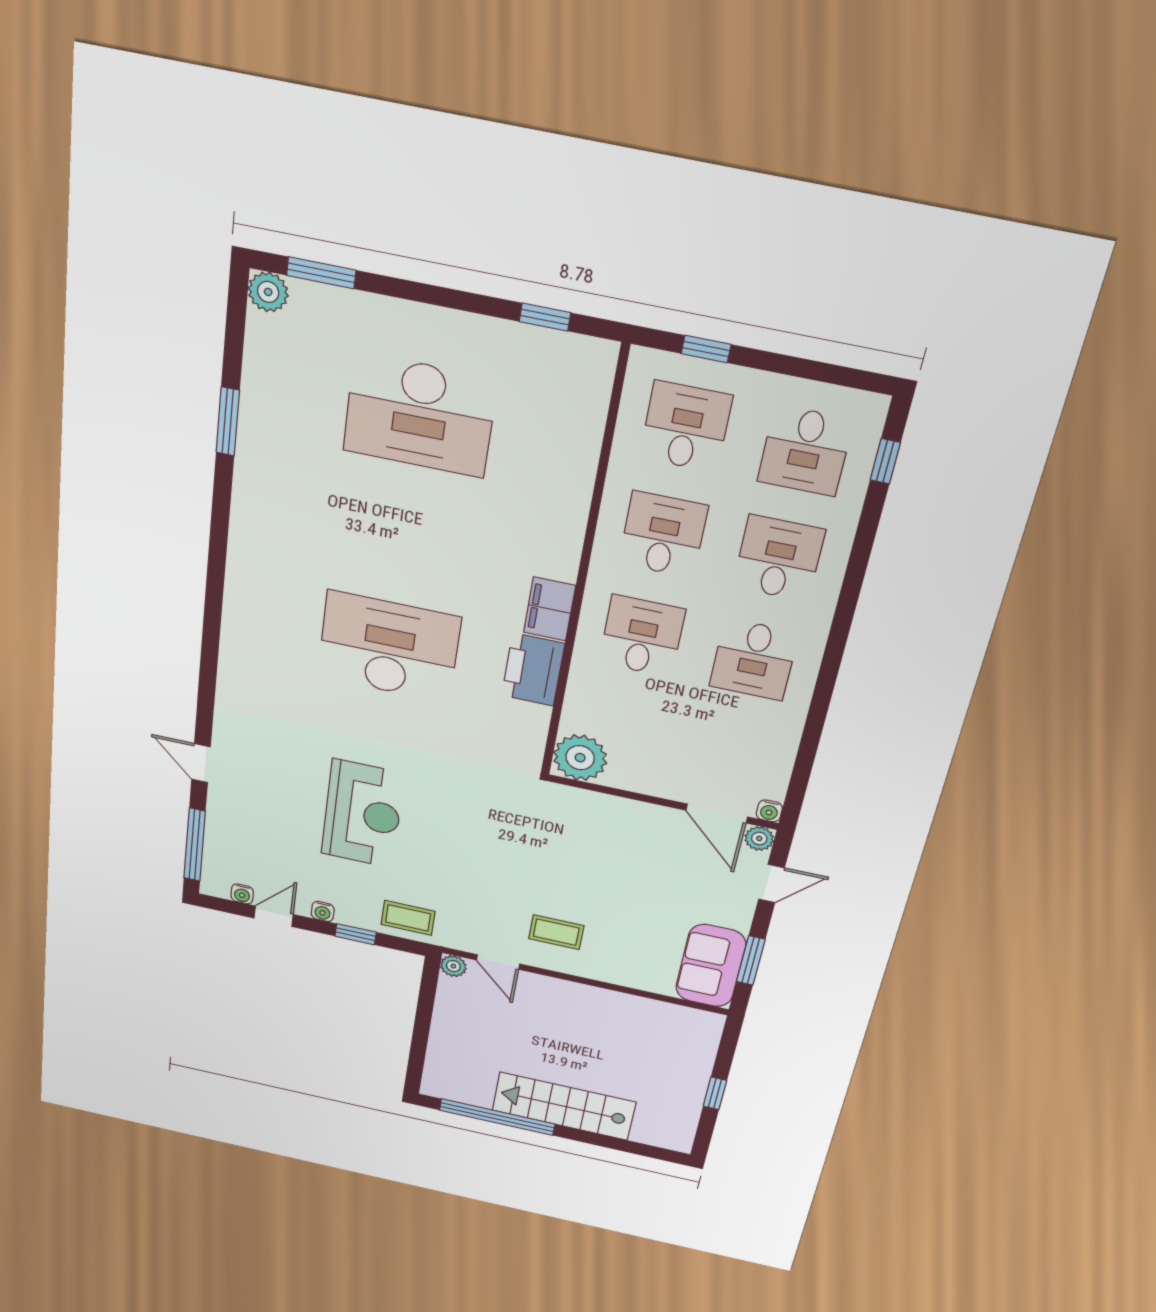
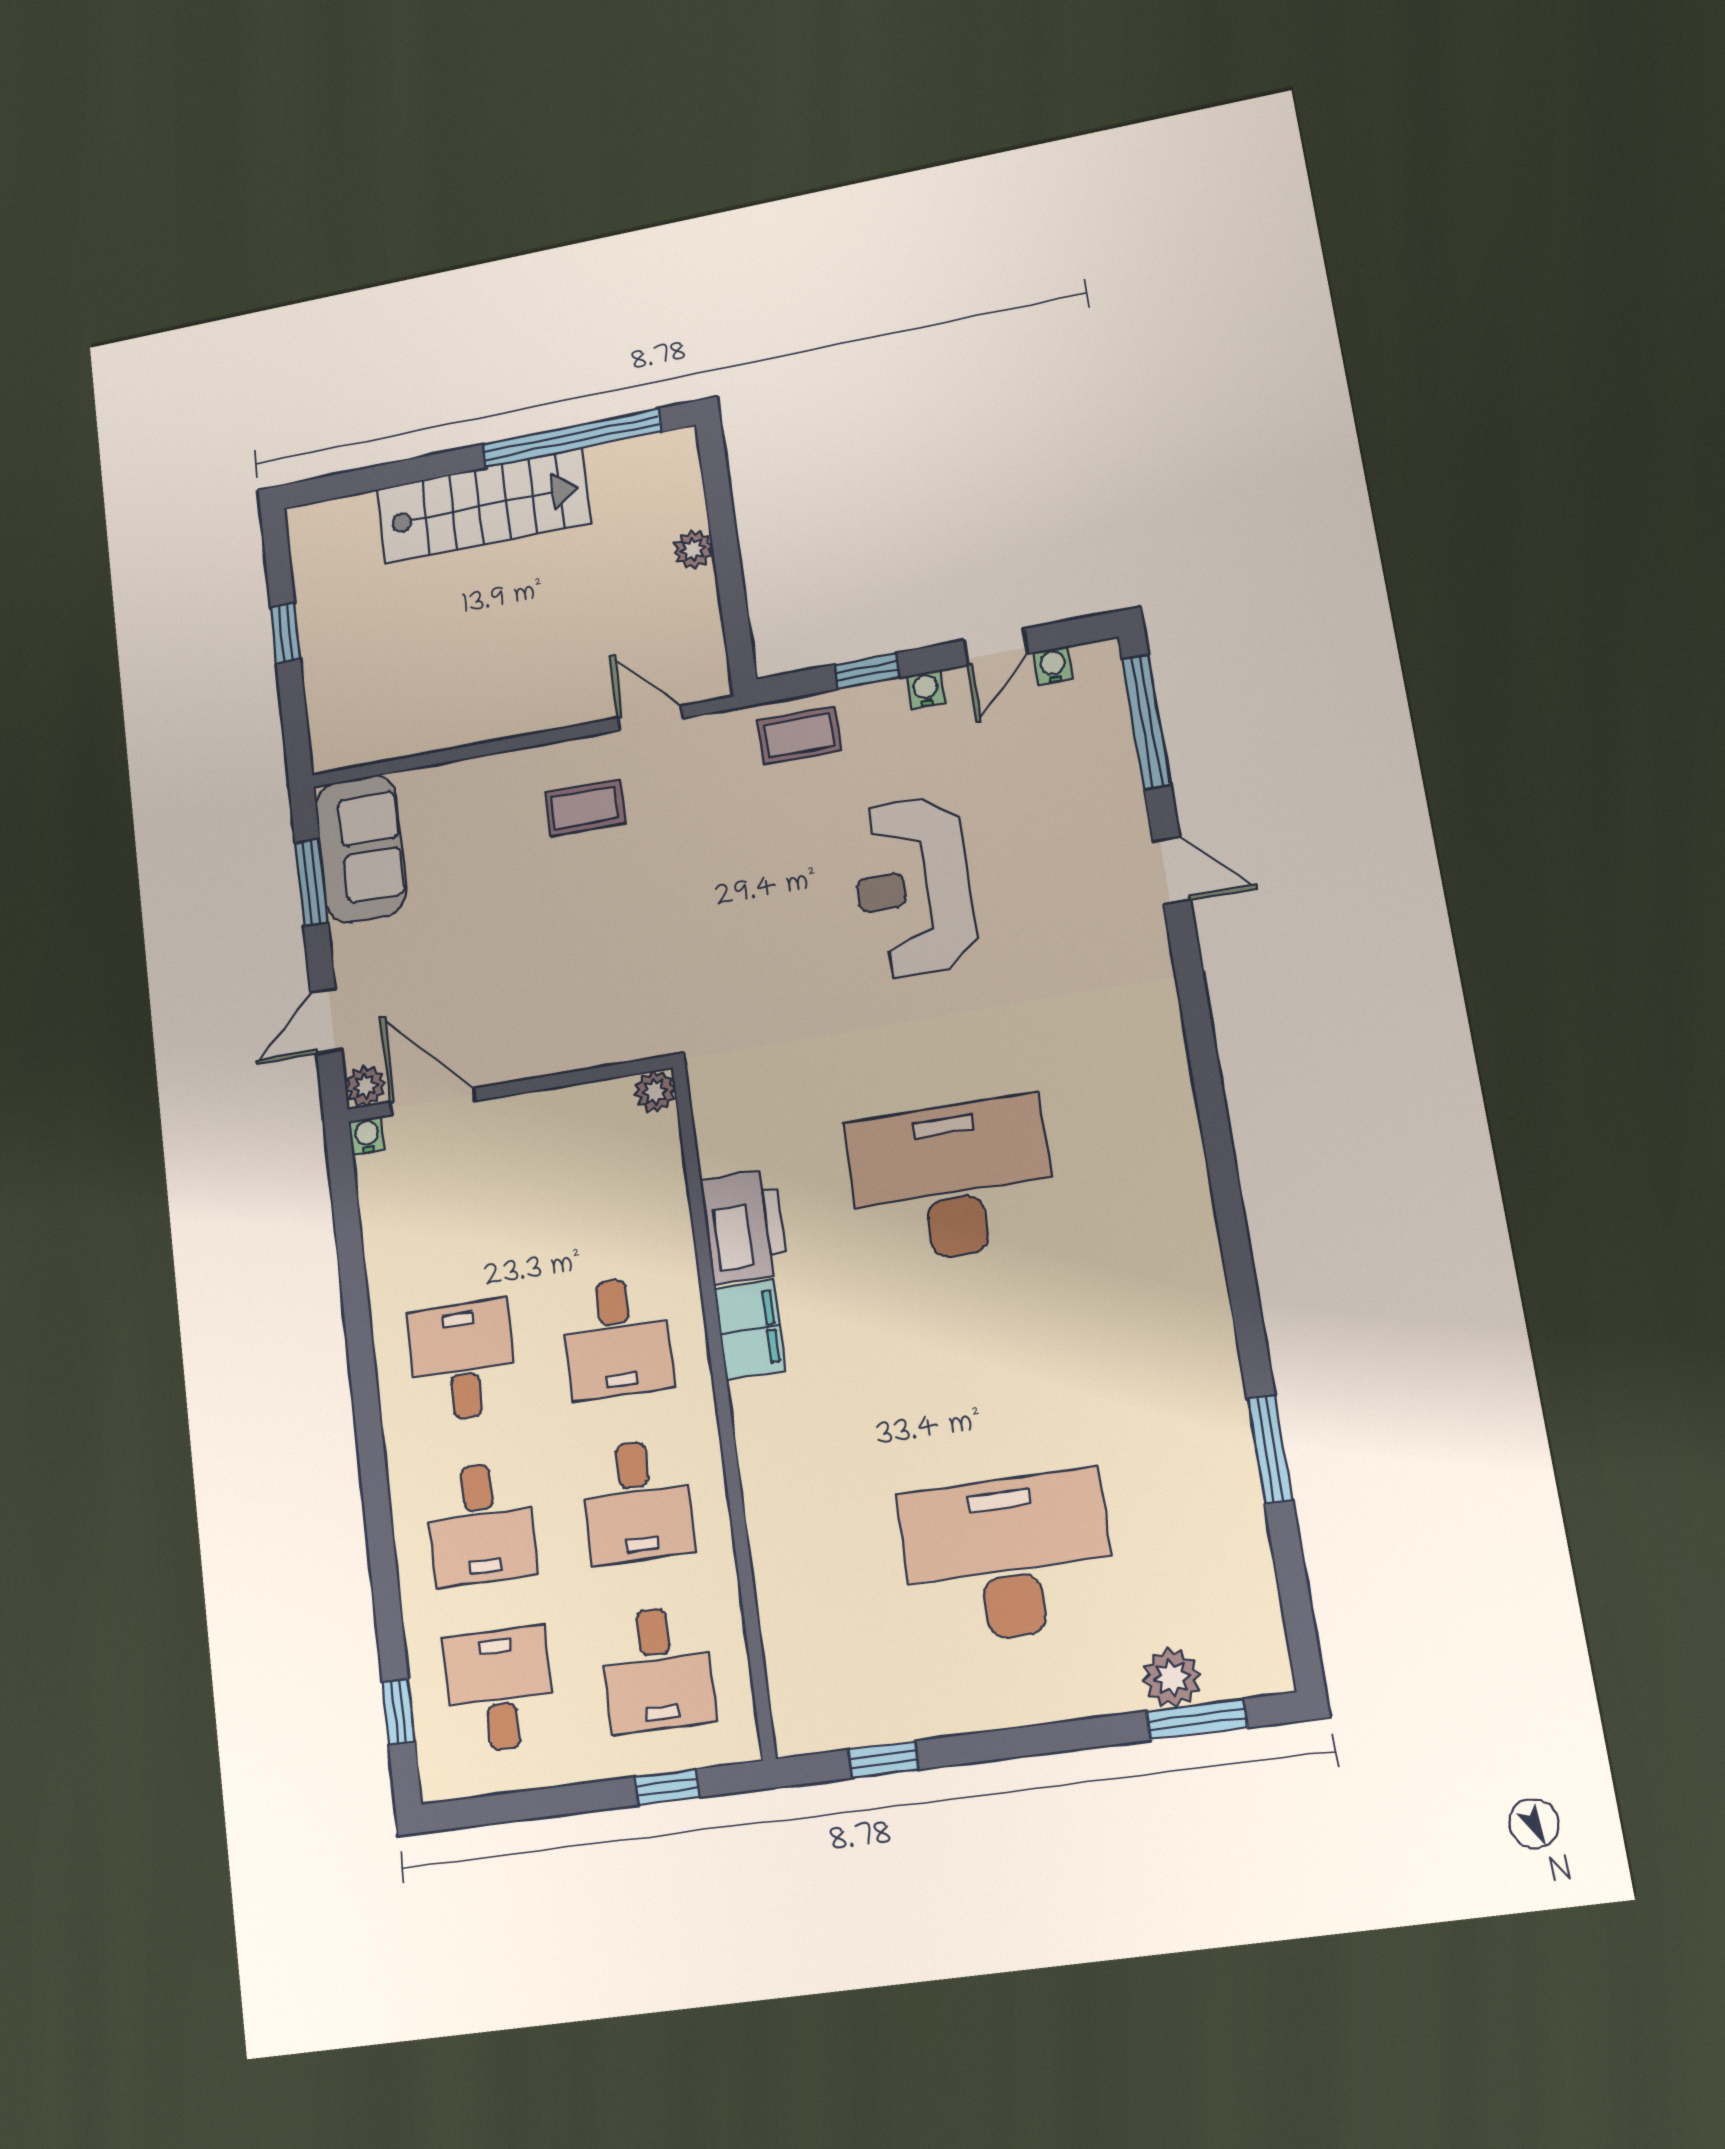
plant: (268, 292) -> (1172, 1678), moved
desk: (389, 647) -> (951, 1181), turned 180
plant: (580, 758) -> (655, 1091), width x0.53, depth x0.53
plant: (453, 966) -> (693, 549), moved

